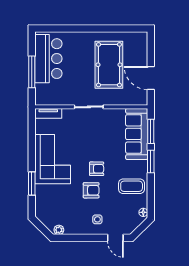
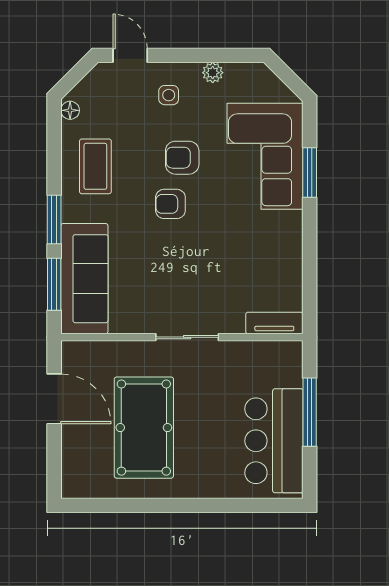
corner sofa: (53, 159) -> (265, 156), moved
coffee table: (132, 186) -> (95, 166), turned 90
plant: (59, 230) -> (213, 73), moved

